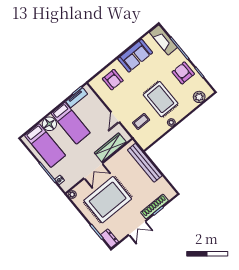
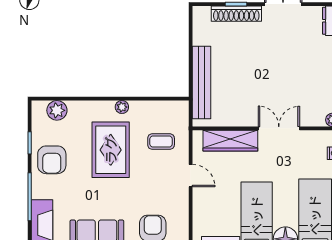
door: (115, 117) -> (191, 176), hinge flipped
rug: (108, 200) -> (291, 74), removed

